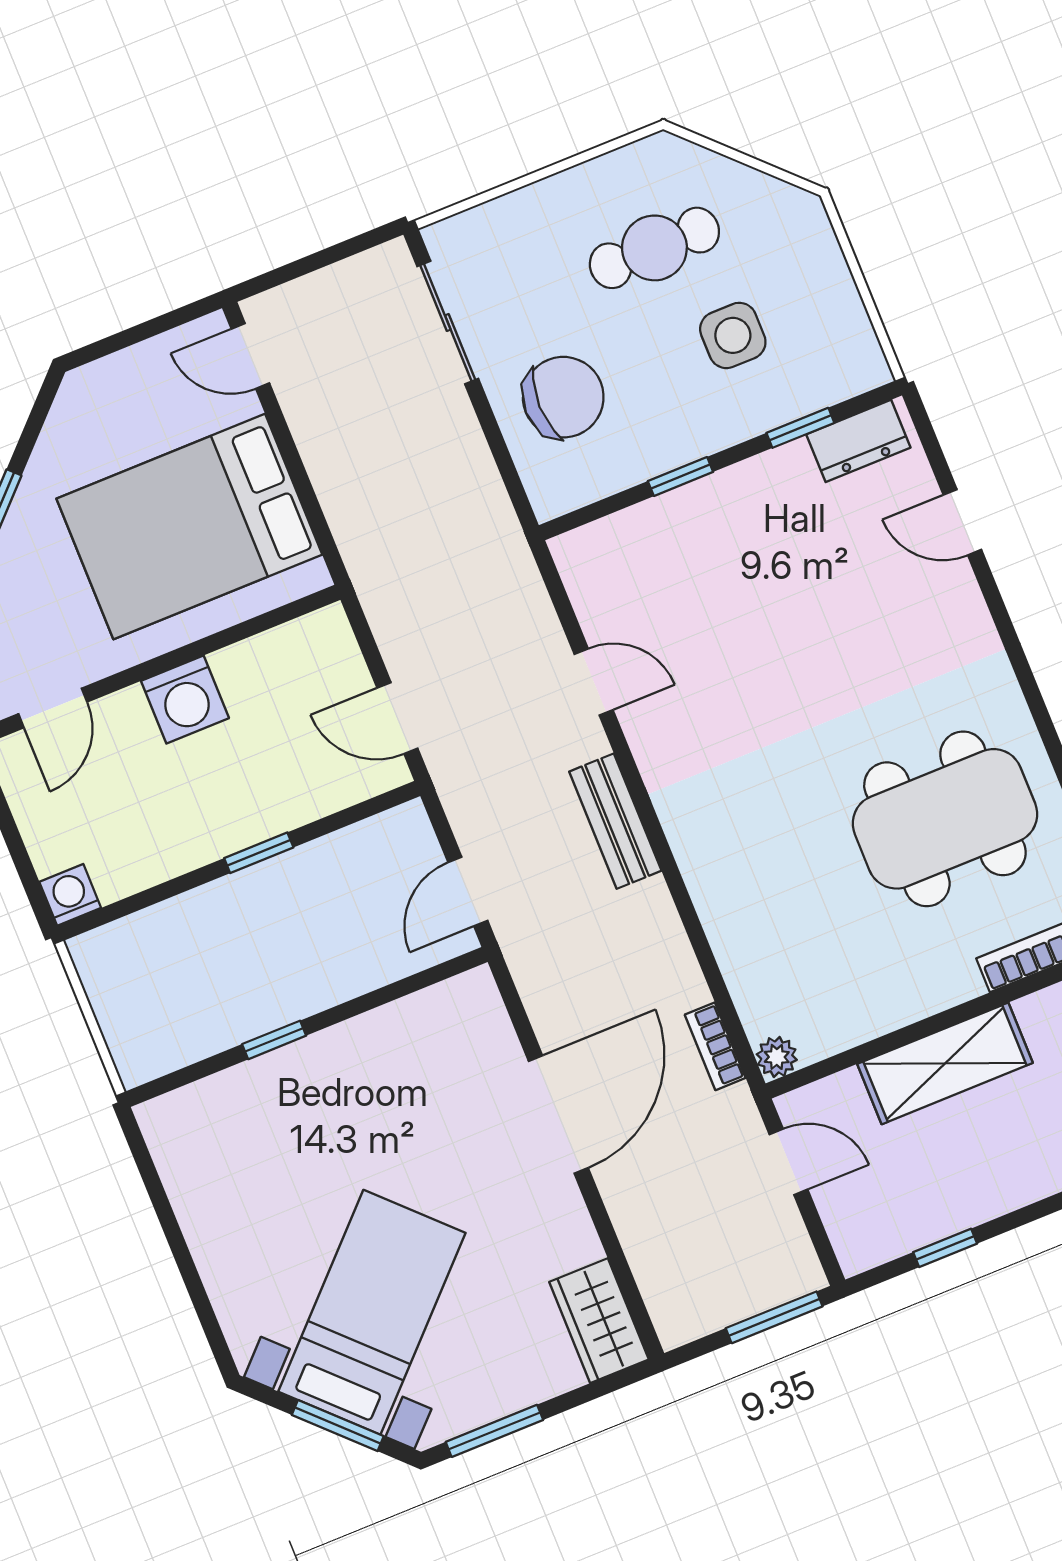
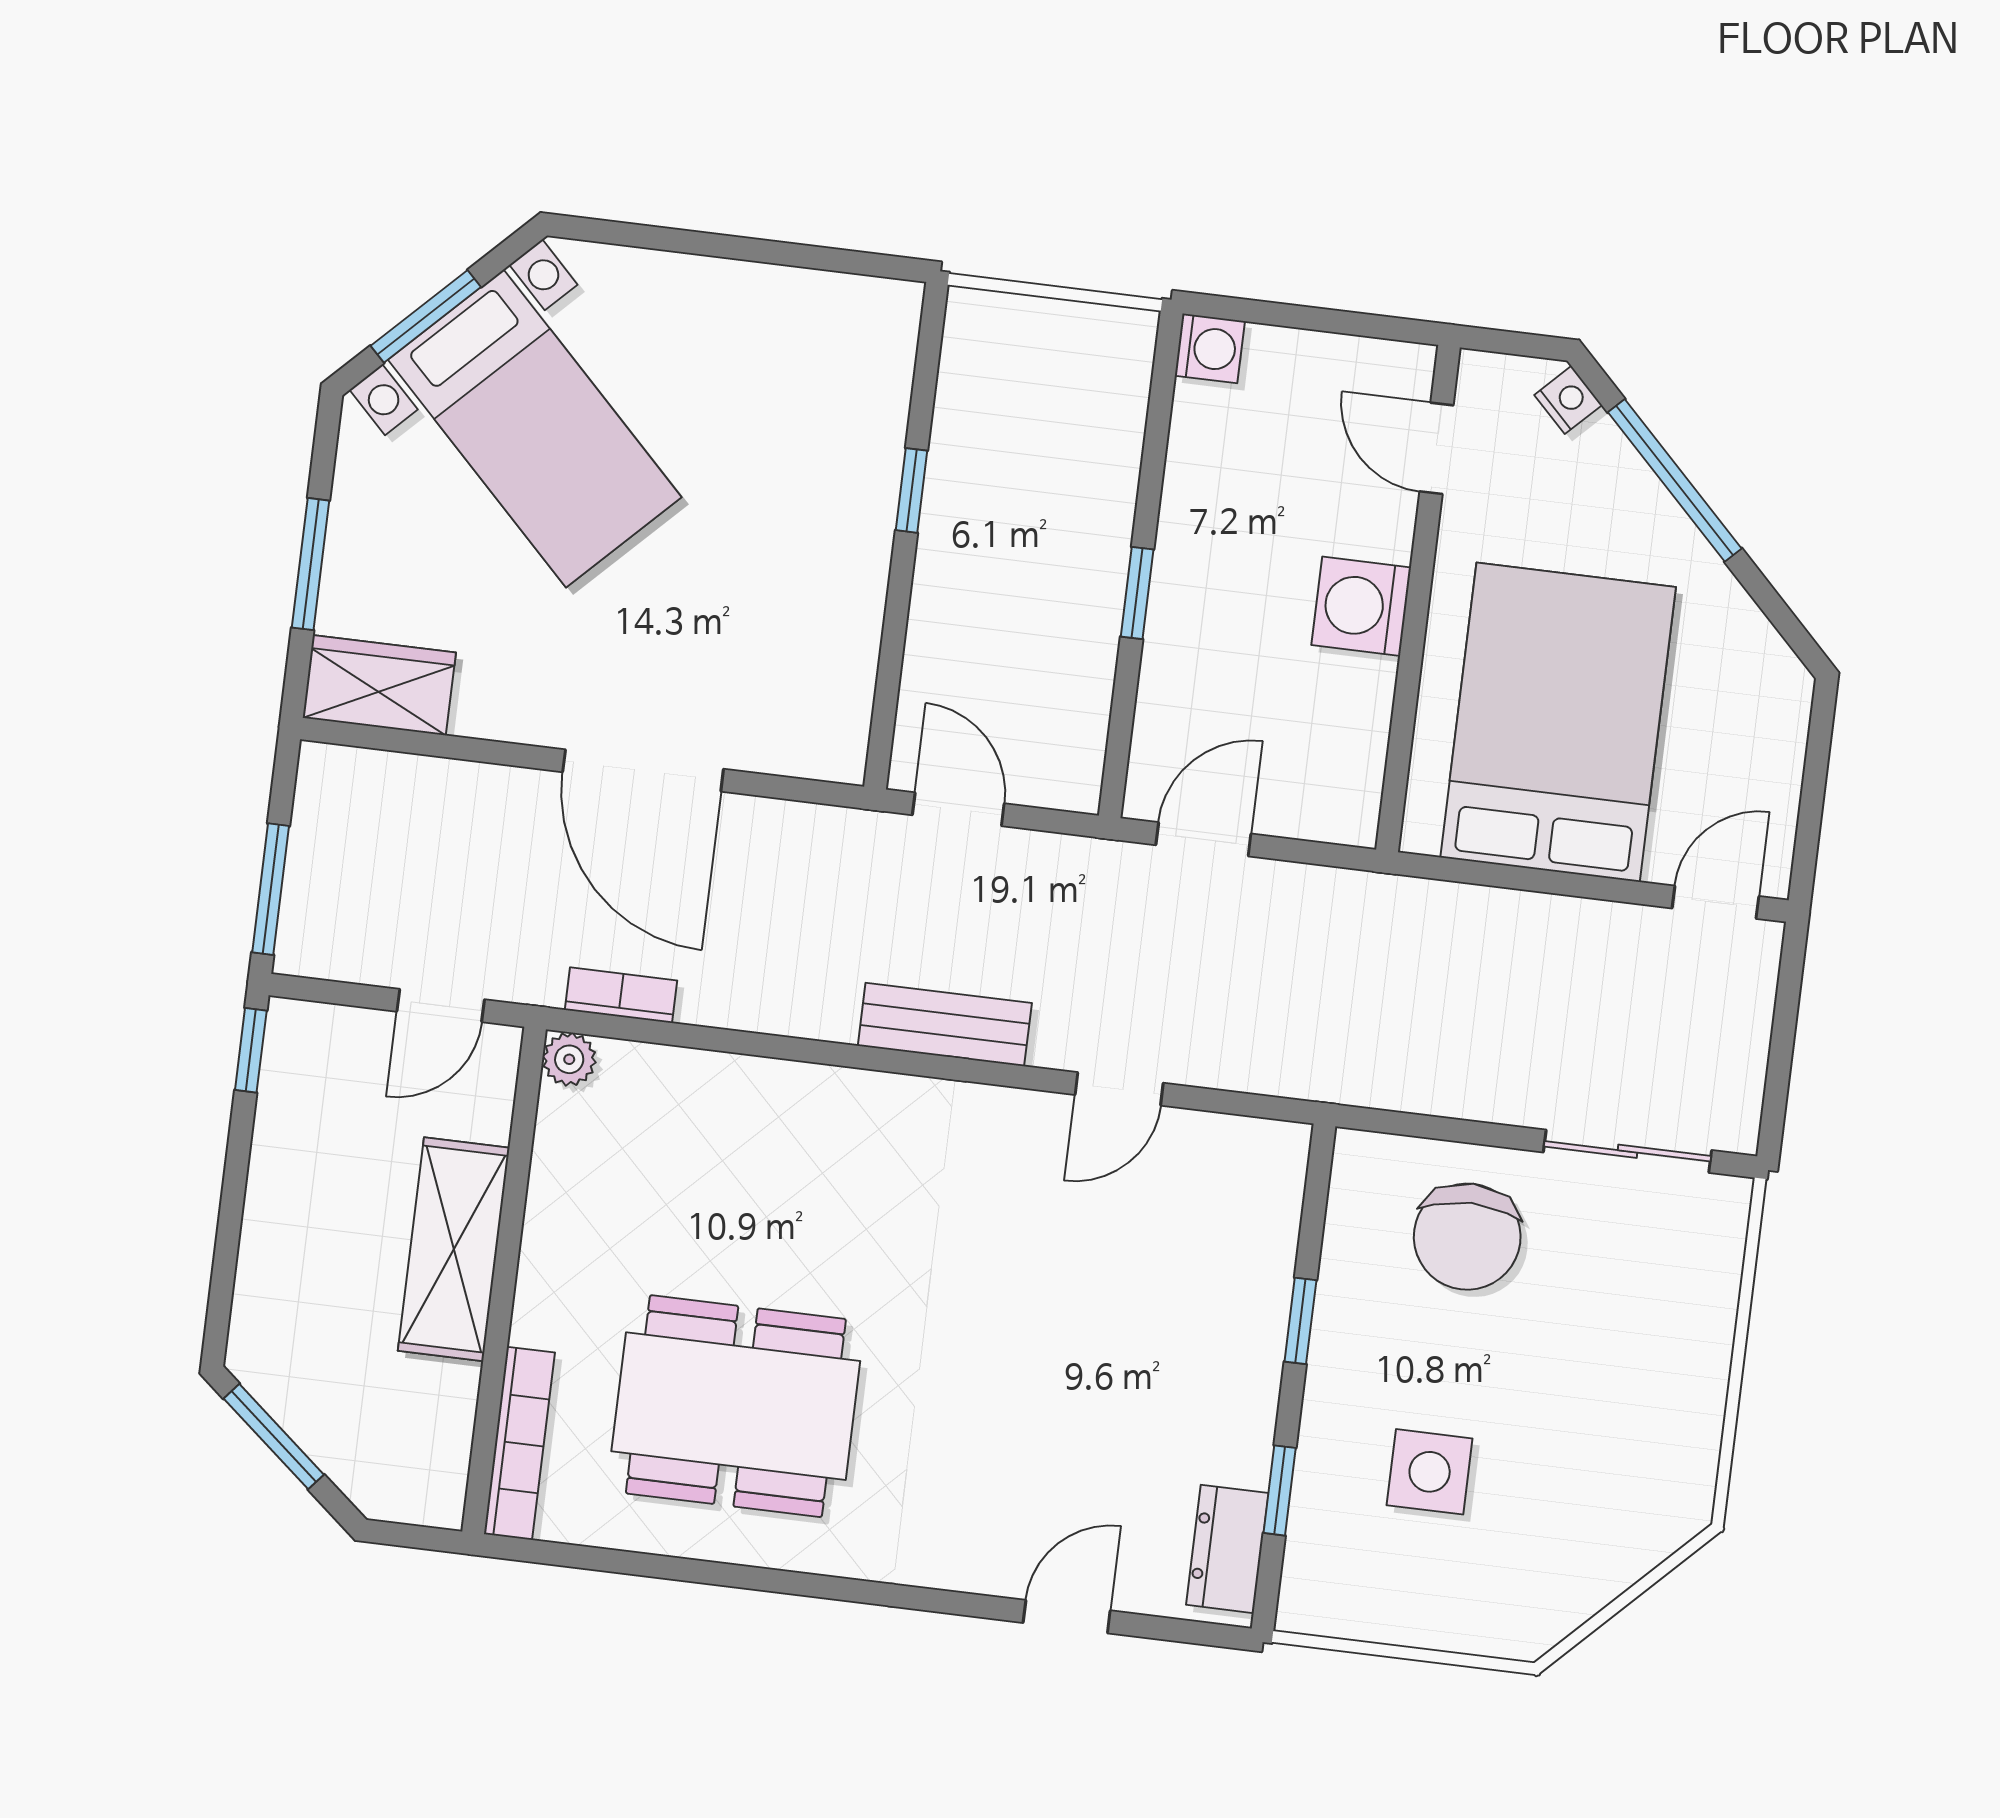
cafe table: (654, 248) -> (1581, 1438), removed
dining table: (945, 819) -> (736, 1406), turned 90
window: (945, 1248) -> (251, 1050), moved
window: (494, 1431) -> (311, 564), moved

